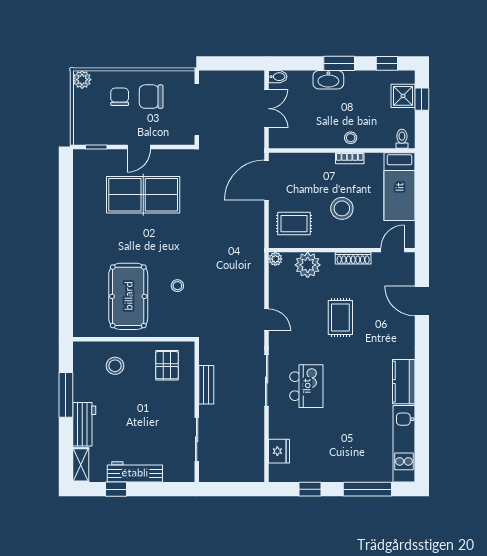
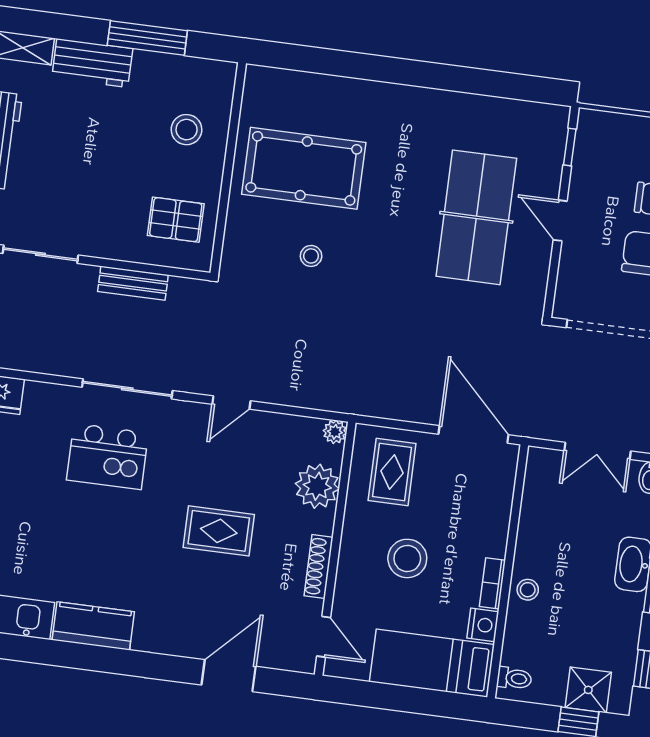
nightstand: (374, 161) -> (483, 625), added

